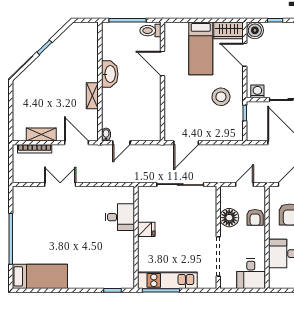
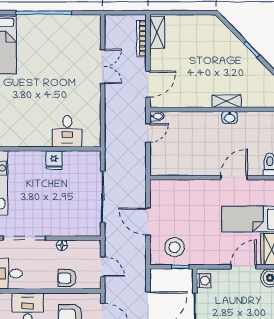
washbasin: (110, 74) -> (230, 117), width x0.52, depth x0.69
shelving: (92, 96) -> (227, 101), moved
stool: (221, 97) -> (174, 247), moved
shelving: (41, 134) -> (157, 33), moved
door: (121, 143) -> (148, 133), swing flipped
door: (186, 143) -> (148, 222), moved
floor lamp: (229, 218) -> (62, 245), width x0.53, depth x0.53

